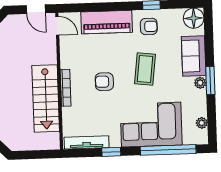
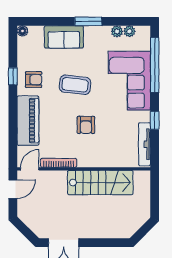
floor lamp: (194, 18) -> (22, 31), width x0.53, depth x0.53
armchair: (149, 26) -> (34, 80), turned 90
plant: (200, 83) -> (117, 31), moved
bookcase: (66, 88) -> (59, 163), moved

